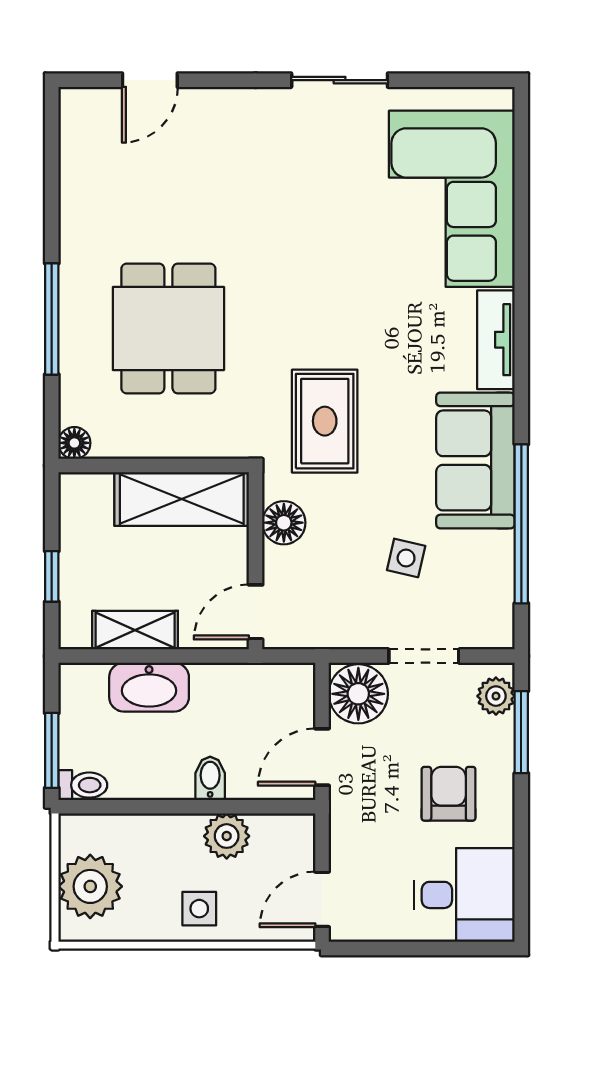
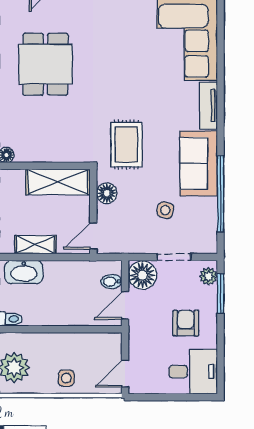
dining table: (168, 328) -> (45, 64), moved
washbasin: (149, 687) -> (24, 272), moved
bidet: (210, 778) -> (111, 282), moved, turned -90
plant: (227, 836) -> (79, 343), removed

